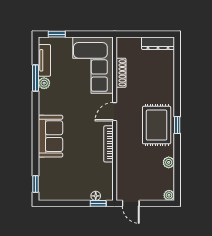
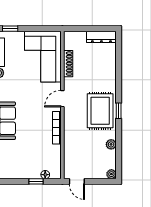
window: (98, 203) -> (36, 181), moved

